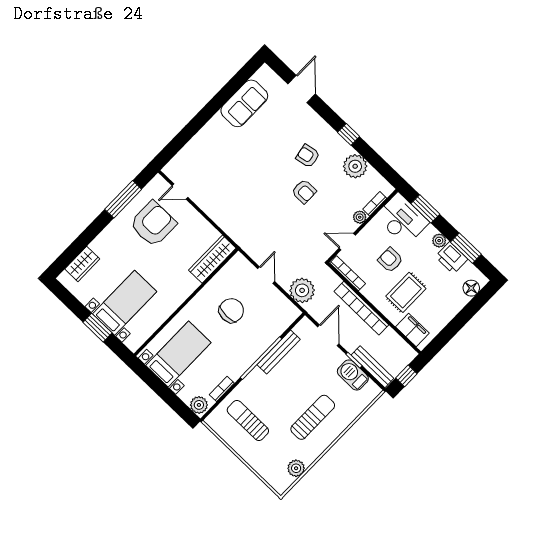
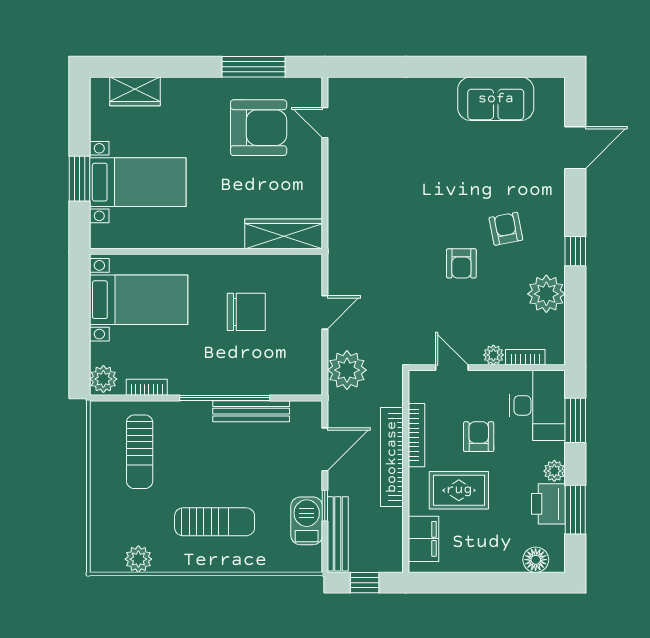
bookcase: (348, 273) -> (416, 435), moved
sun lounger: (248, 420) -> (140, 452), turned 180

